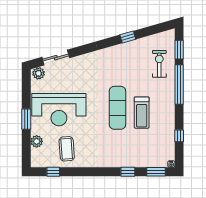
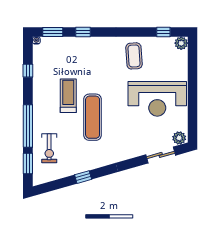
exercise mat: (117, 108) -> (93, 117), moved
reception desk: (59, 110) -> (157, 99), turned 180
window: (26, 119) -> (192, 89), removed
plant: (37, 141) -> (181, 43), moved
coffee table: (67, 149) -> (134, 56), moved

